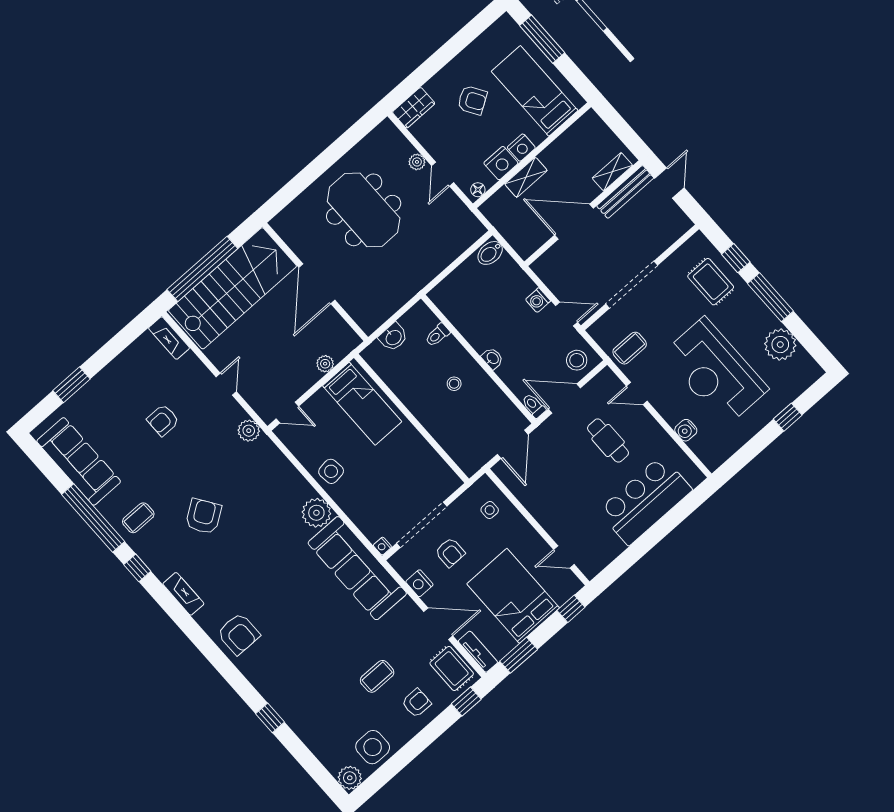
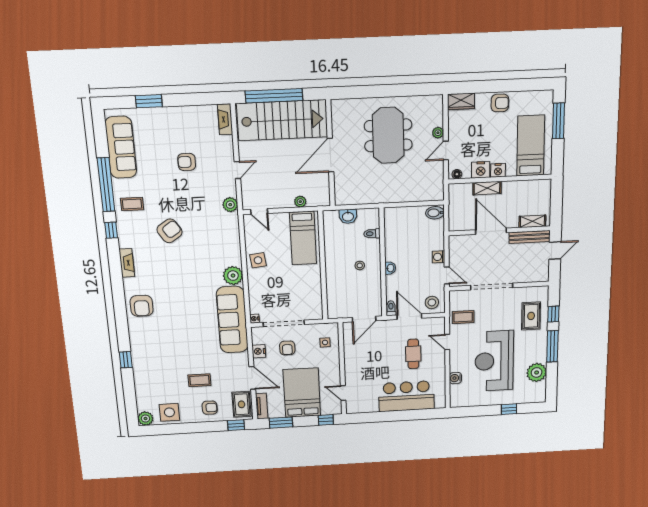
armchair: (472, 100) -> (500, 103), moved, turned -58

